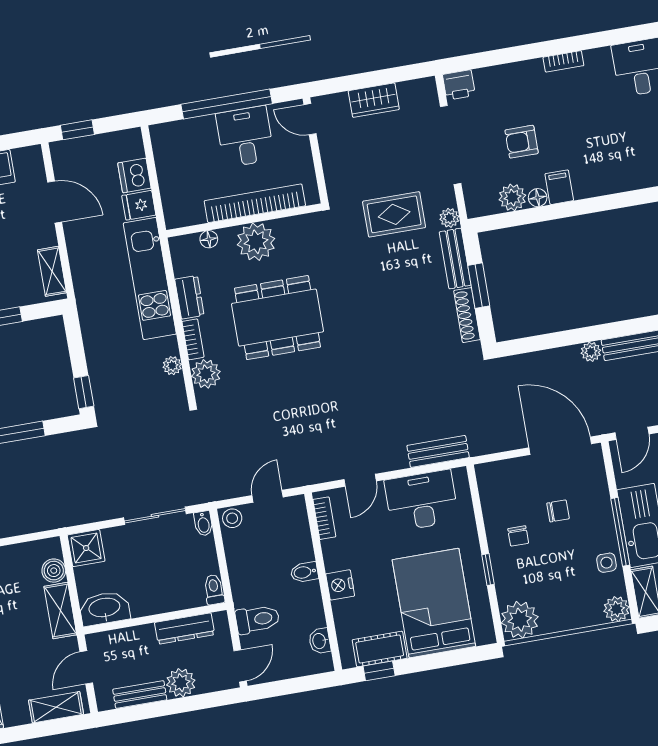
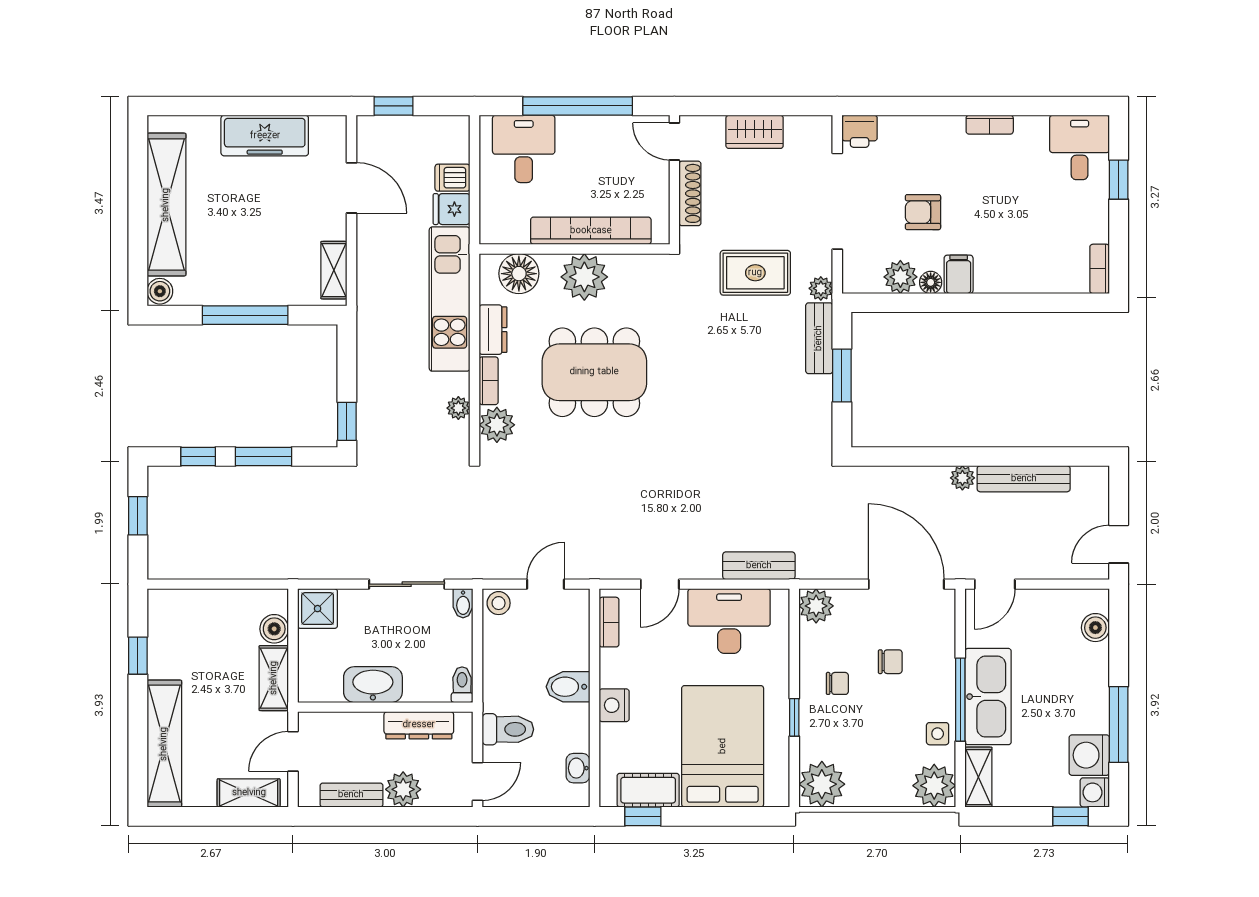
desk: (245, 137) -> (524, 149), moved
dishwasher: (134, 176) -> (452, 178), width x0.73
floor lamp: (209, 239) -> (519, 274), width x1.89, depth x1.89
shoe rack: (467, 315) -> (690, 193), moved, turned 180
plant: (490, 476) -> (816, 606), added
chair: (518, 536) -> (837, 683), turned -90
bidet: (304, 572) -> (568, 687), width x1.38, depth x1.36
washbasin: (104, 608) -> (373, 685), moved
plant: (617, 609) -> (934, 786), width x1.36, depth x1.36

